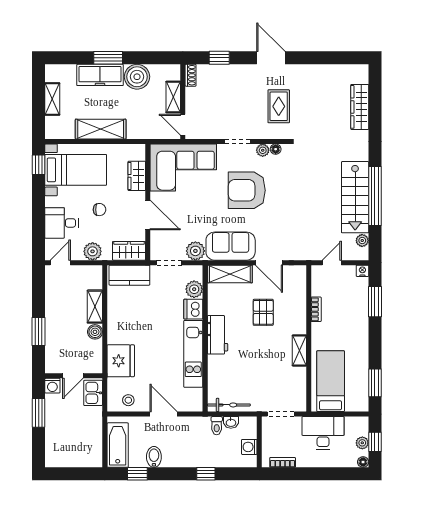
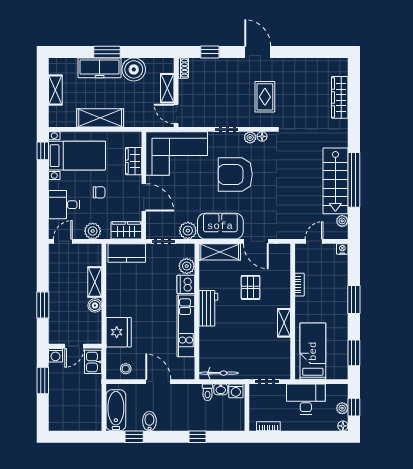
window: (375, 302) -> (354, 299), moved
washing machine: (249, 447) -> (236, 391), moved, turned -90

